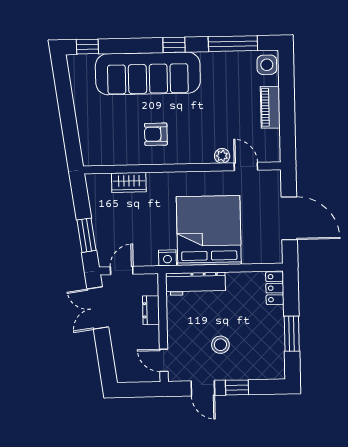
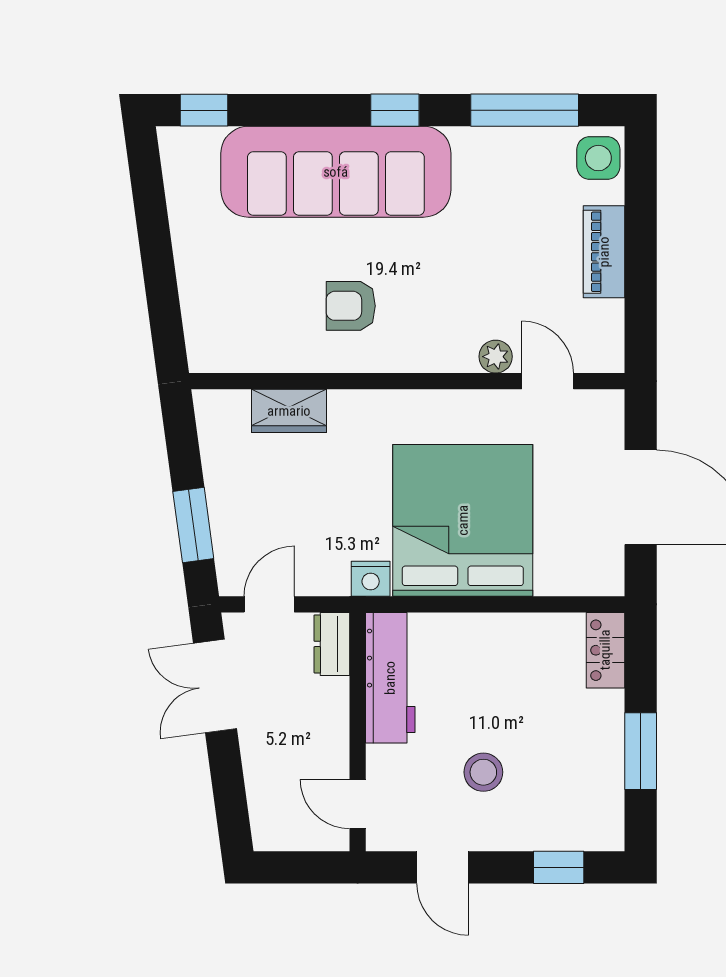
workbench: (195, 284) -> (390, 678), moved, turned -90
dresser: (151, 310) -> (332, 644), moved
window: (237, 387) -> (559, 867), moved

